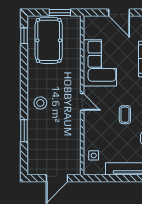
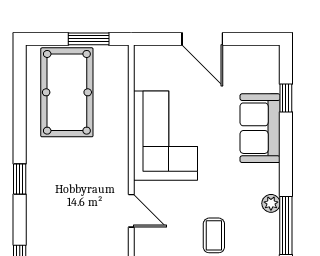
window: (24, 36) -> (20, 179), moved
stool: (40, 103) -> (51, 213), removed

